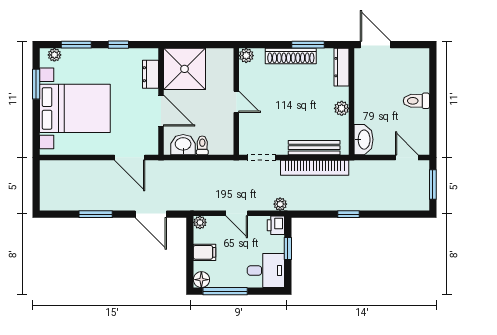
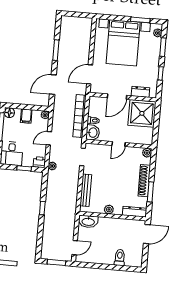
toilet: (416, 101) -> (120, 257), moved
washbasin: (183, 145) -> (93, 133), moved
bookcase: (315, 168) -> (79, 116), moved

